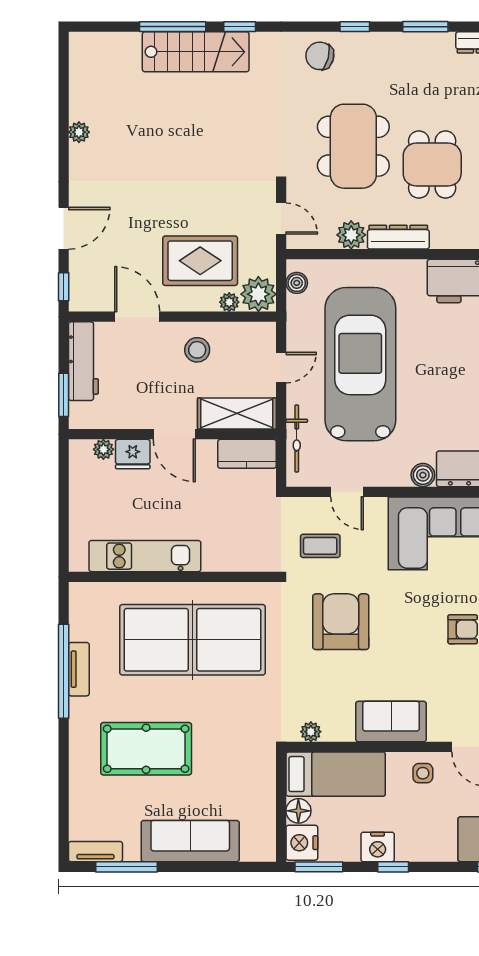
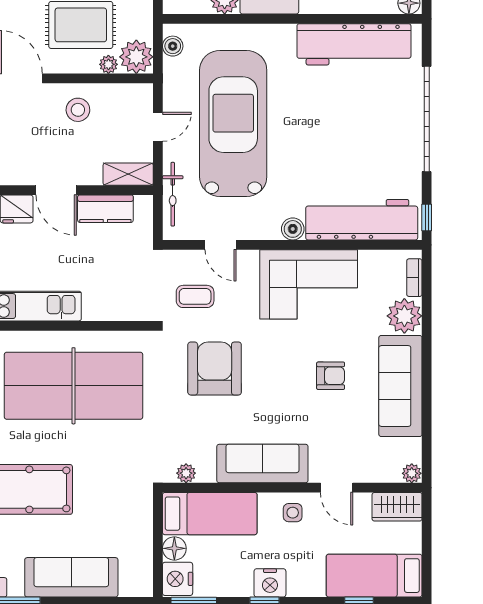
shelving: (237, 414) -> (128, 174), width x0.67, depth x0.75
kitchen counter: (247, 454) -> (105, 209), moved
sofa: (391, 721) -> (262, 463), width x1.36
nightstand: (378, 847) -> (270, 583), moved

